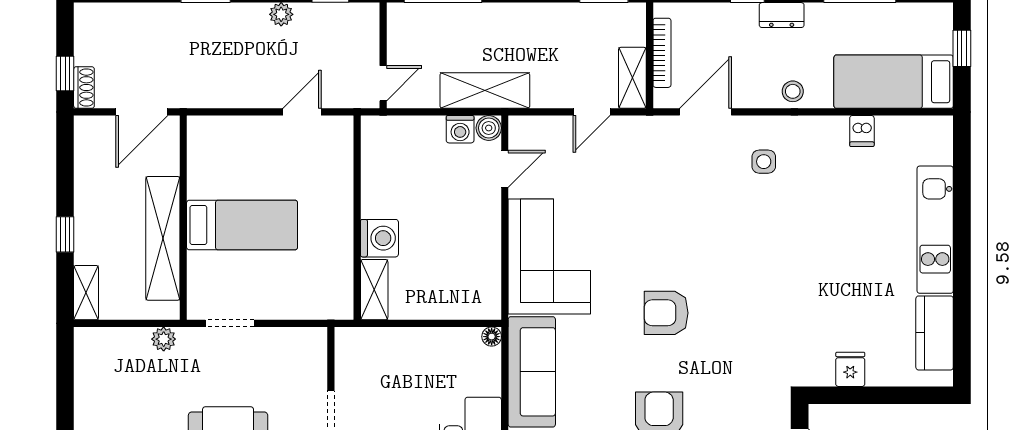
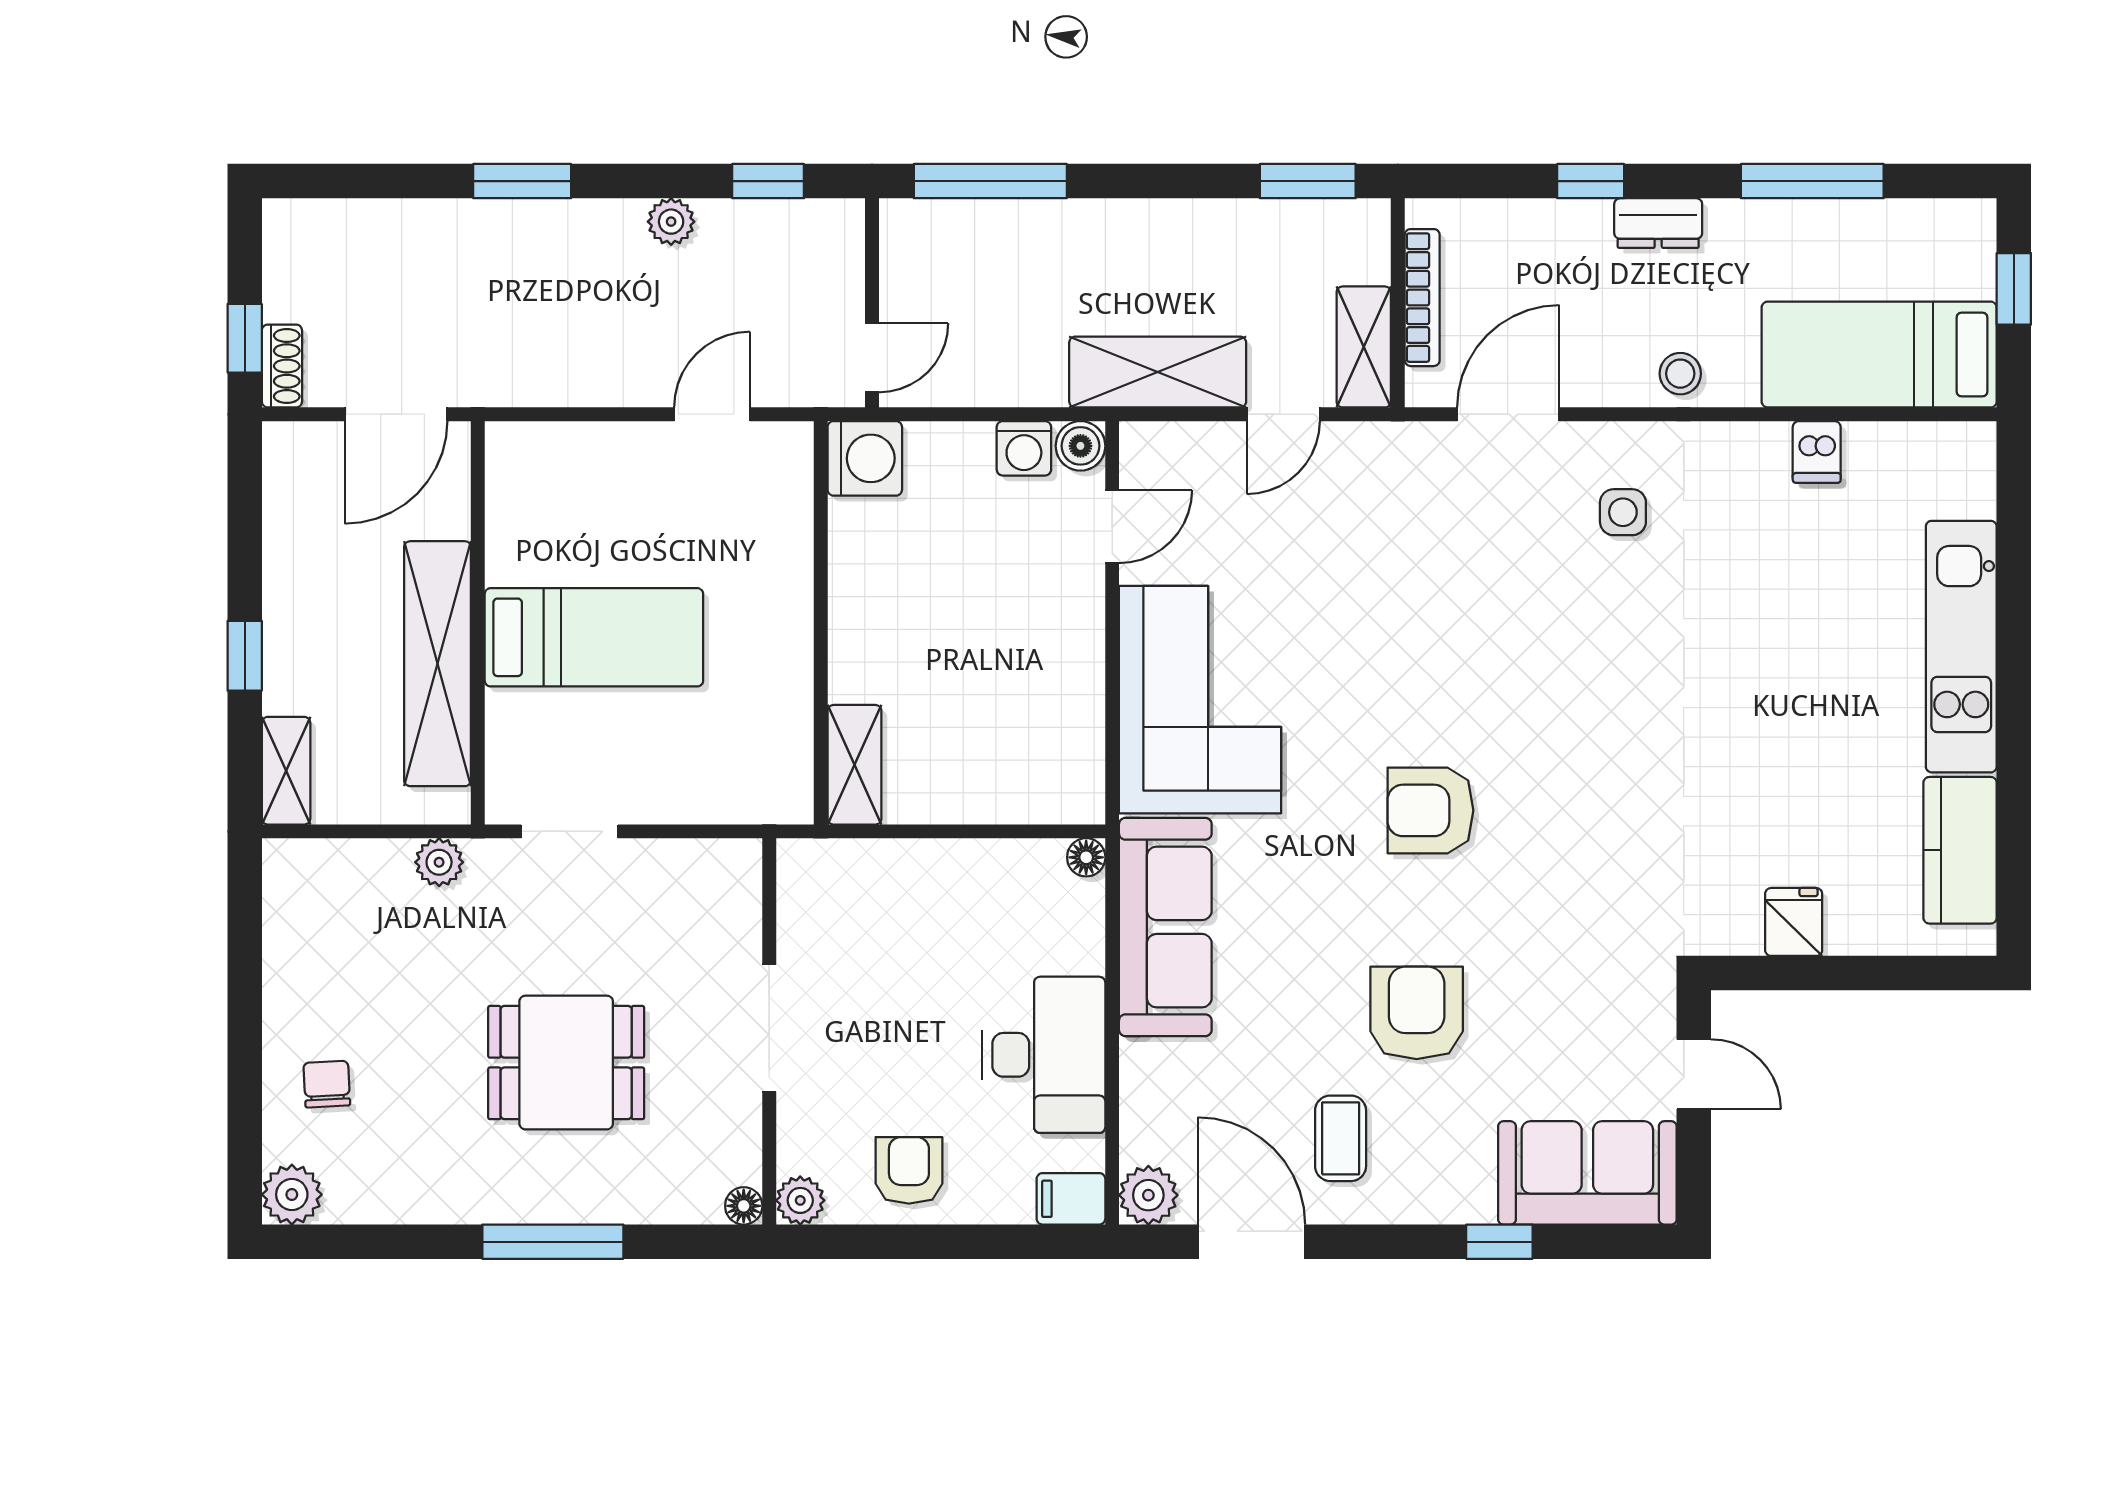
shelving: (485, 91) -> (1158, 372), moved
washing machine: (379, 238) -> (865, 458), moved

